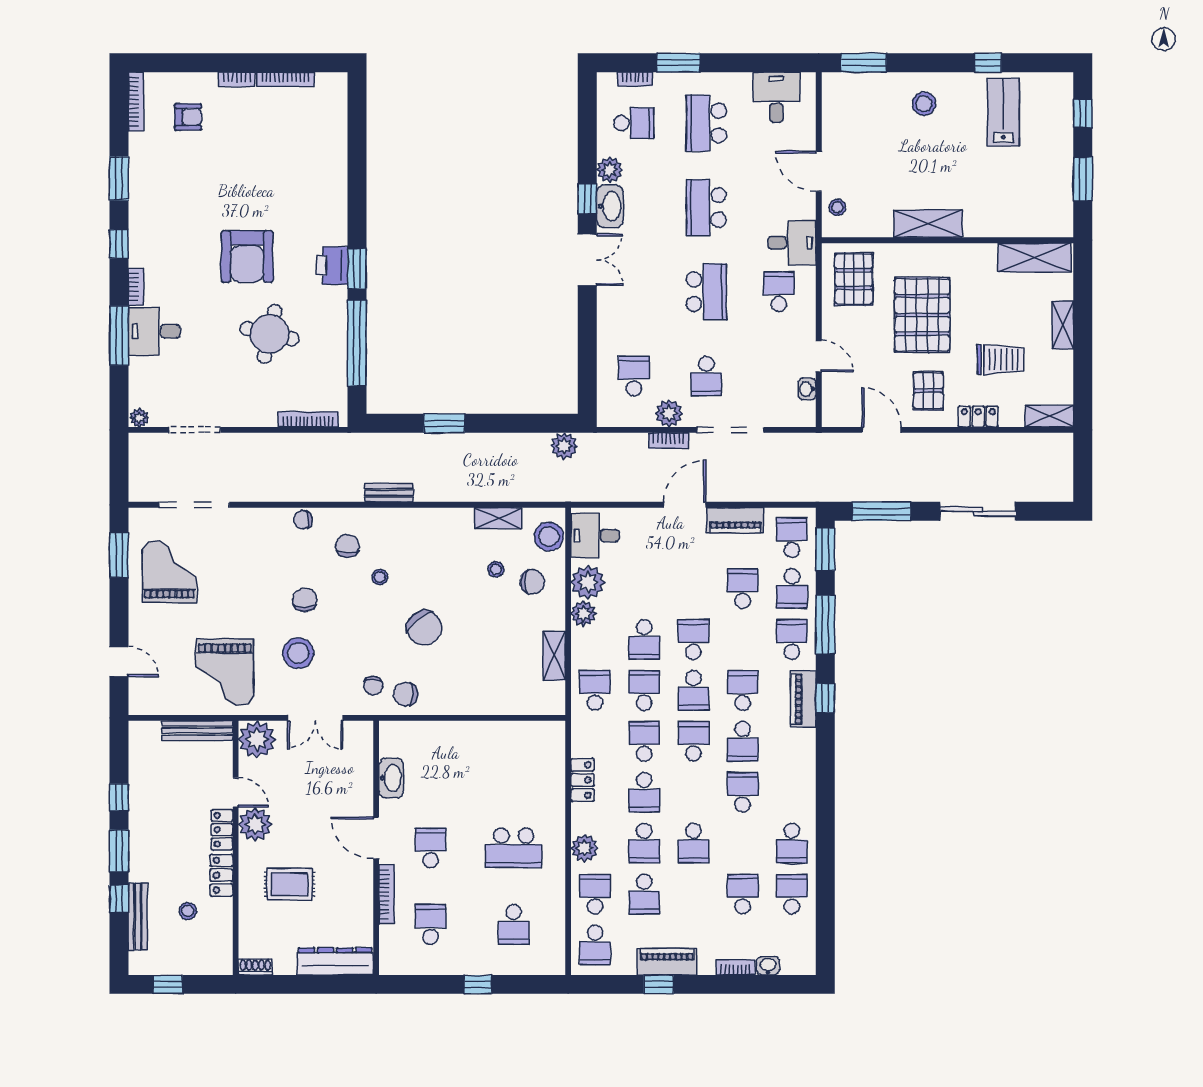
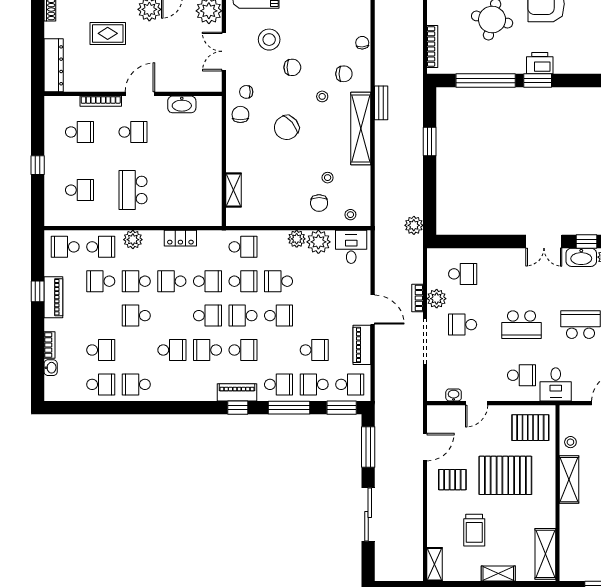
stool: (837, 207) -> (570, 442), moved
locker: (978, 417) -> (434, 515), removed
shelving: (498, 518) -> (361, 129), moved, width x2.20, depth x1.33
stool: (549, 537) -> (350, 215), width x0.53, depth x0.53
chair: (305, 600) -> (292, 67), moved
shelving: (554, 656) -> (233, 190), moved, turned 90
rug: (290, 884) -> (108, 33), turned 90
school desk: (514, 924) -> (80, 190), turned 180

